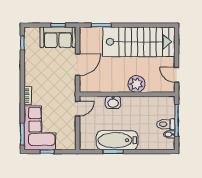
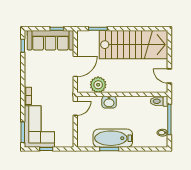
sofa: (58, 37) -> (50, 40), width x1.36
plant: (136, 84) -> (98, 85), moved
toilet: (166, 124) -> (159, 101), moved

